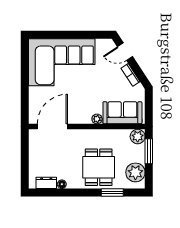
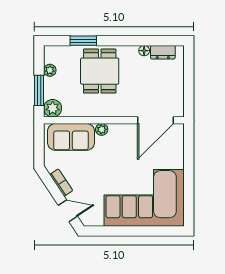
plant: (135, 172) -> (50, 70), width x0.53, depth x0.53

